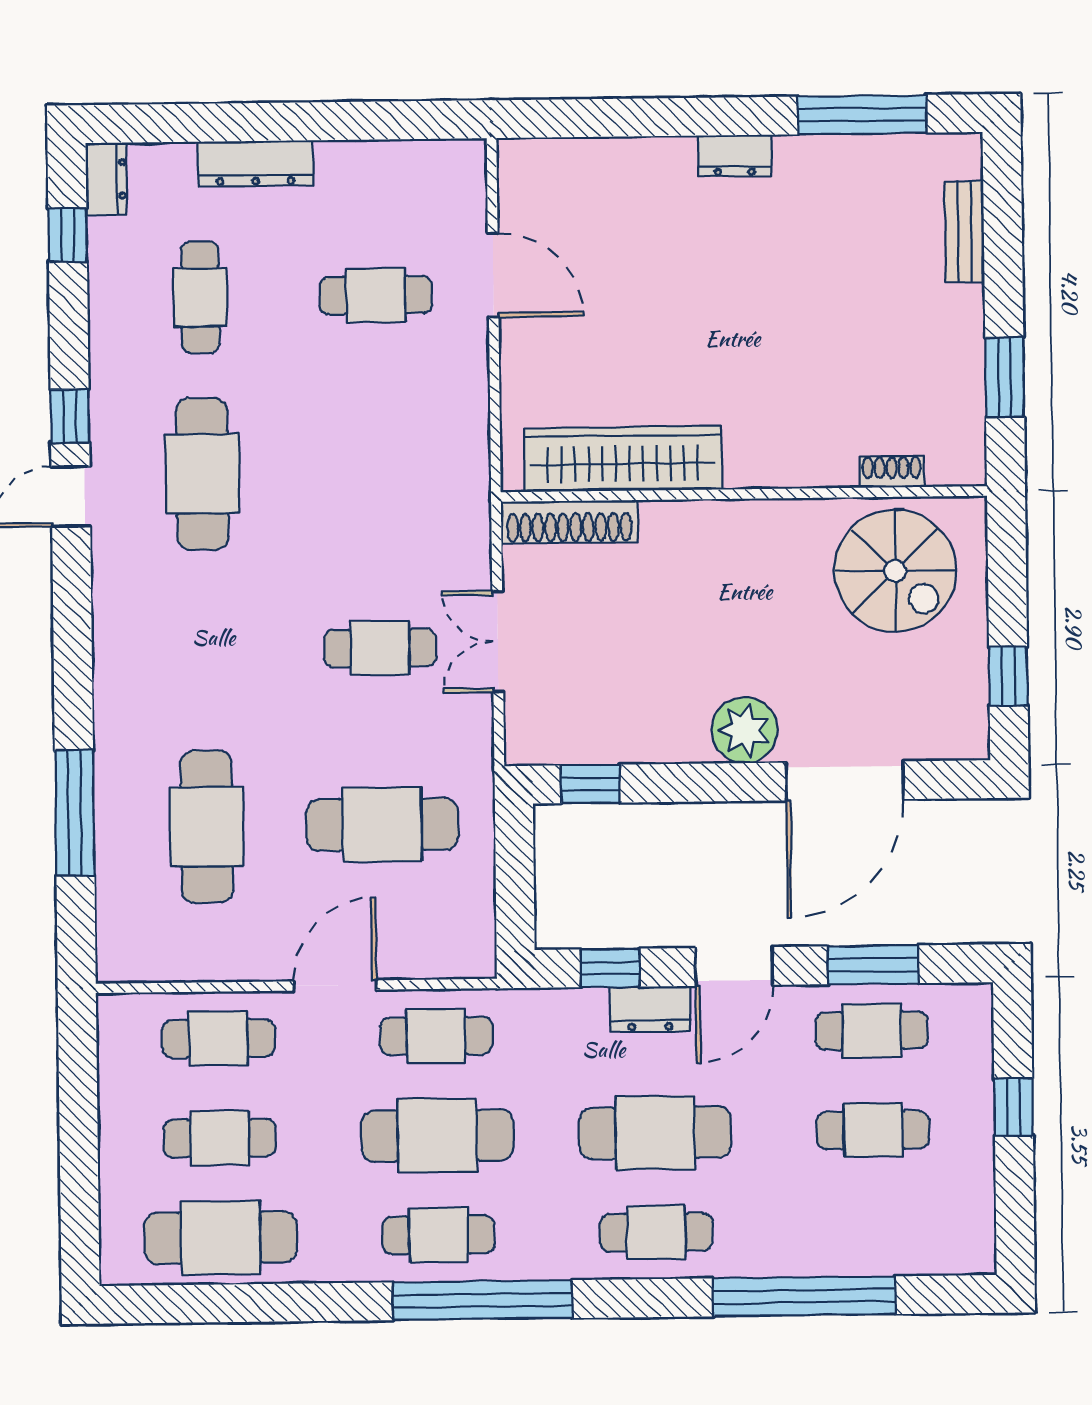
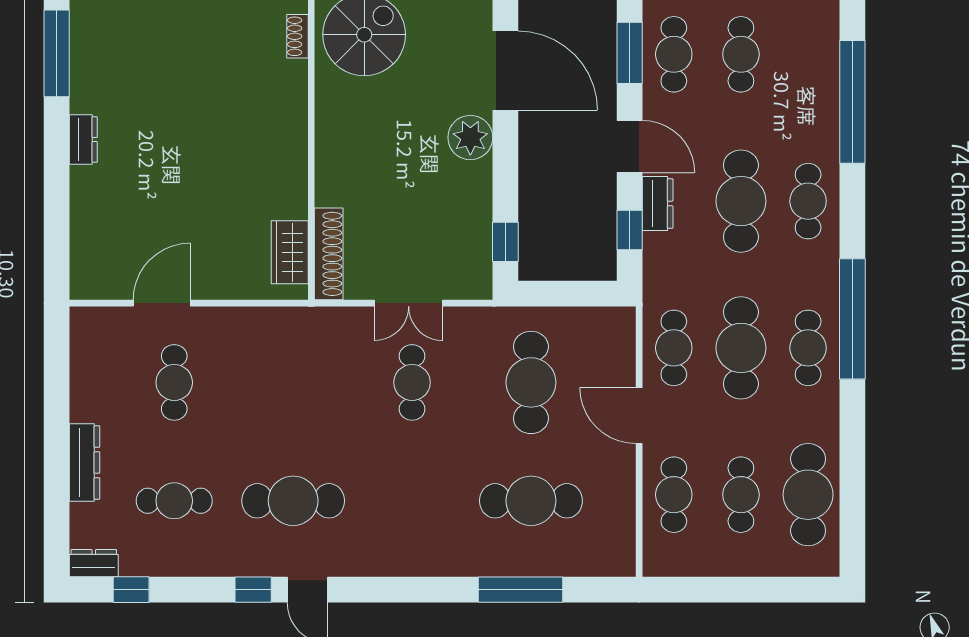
wardrobe: (623, 459) -> (290, 252), width x0.48, depth x0.85

